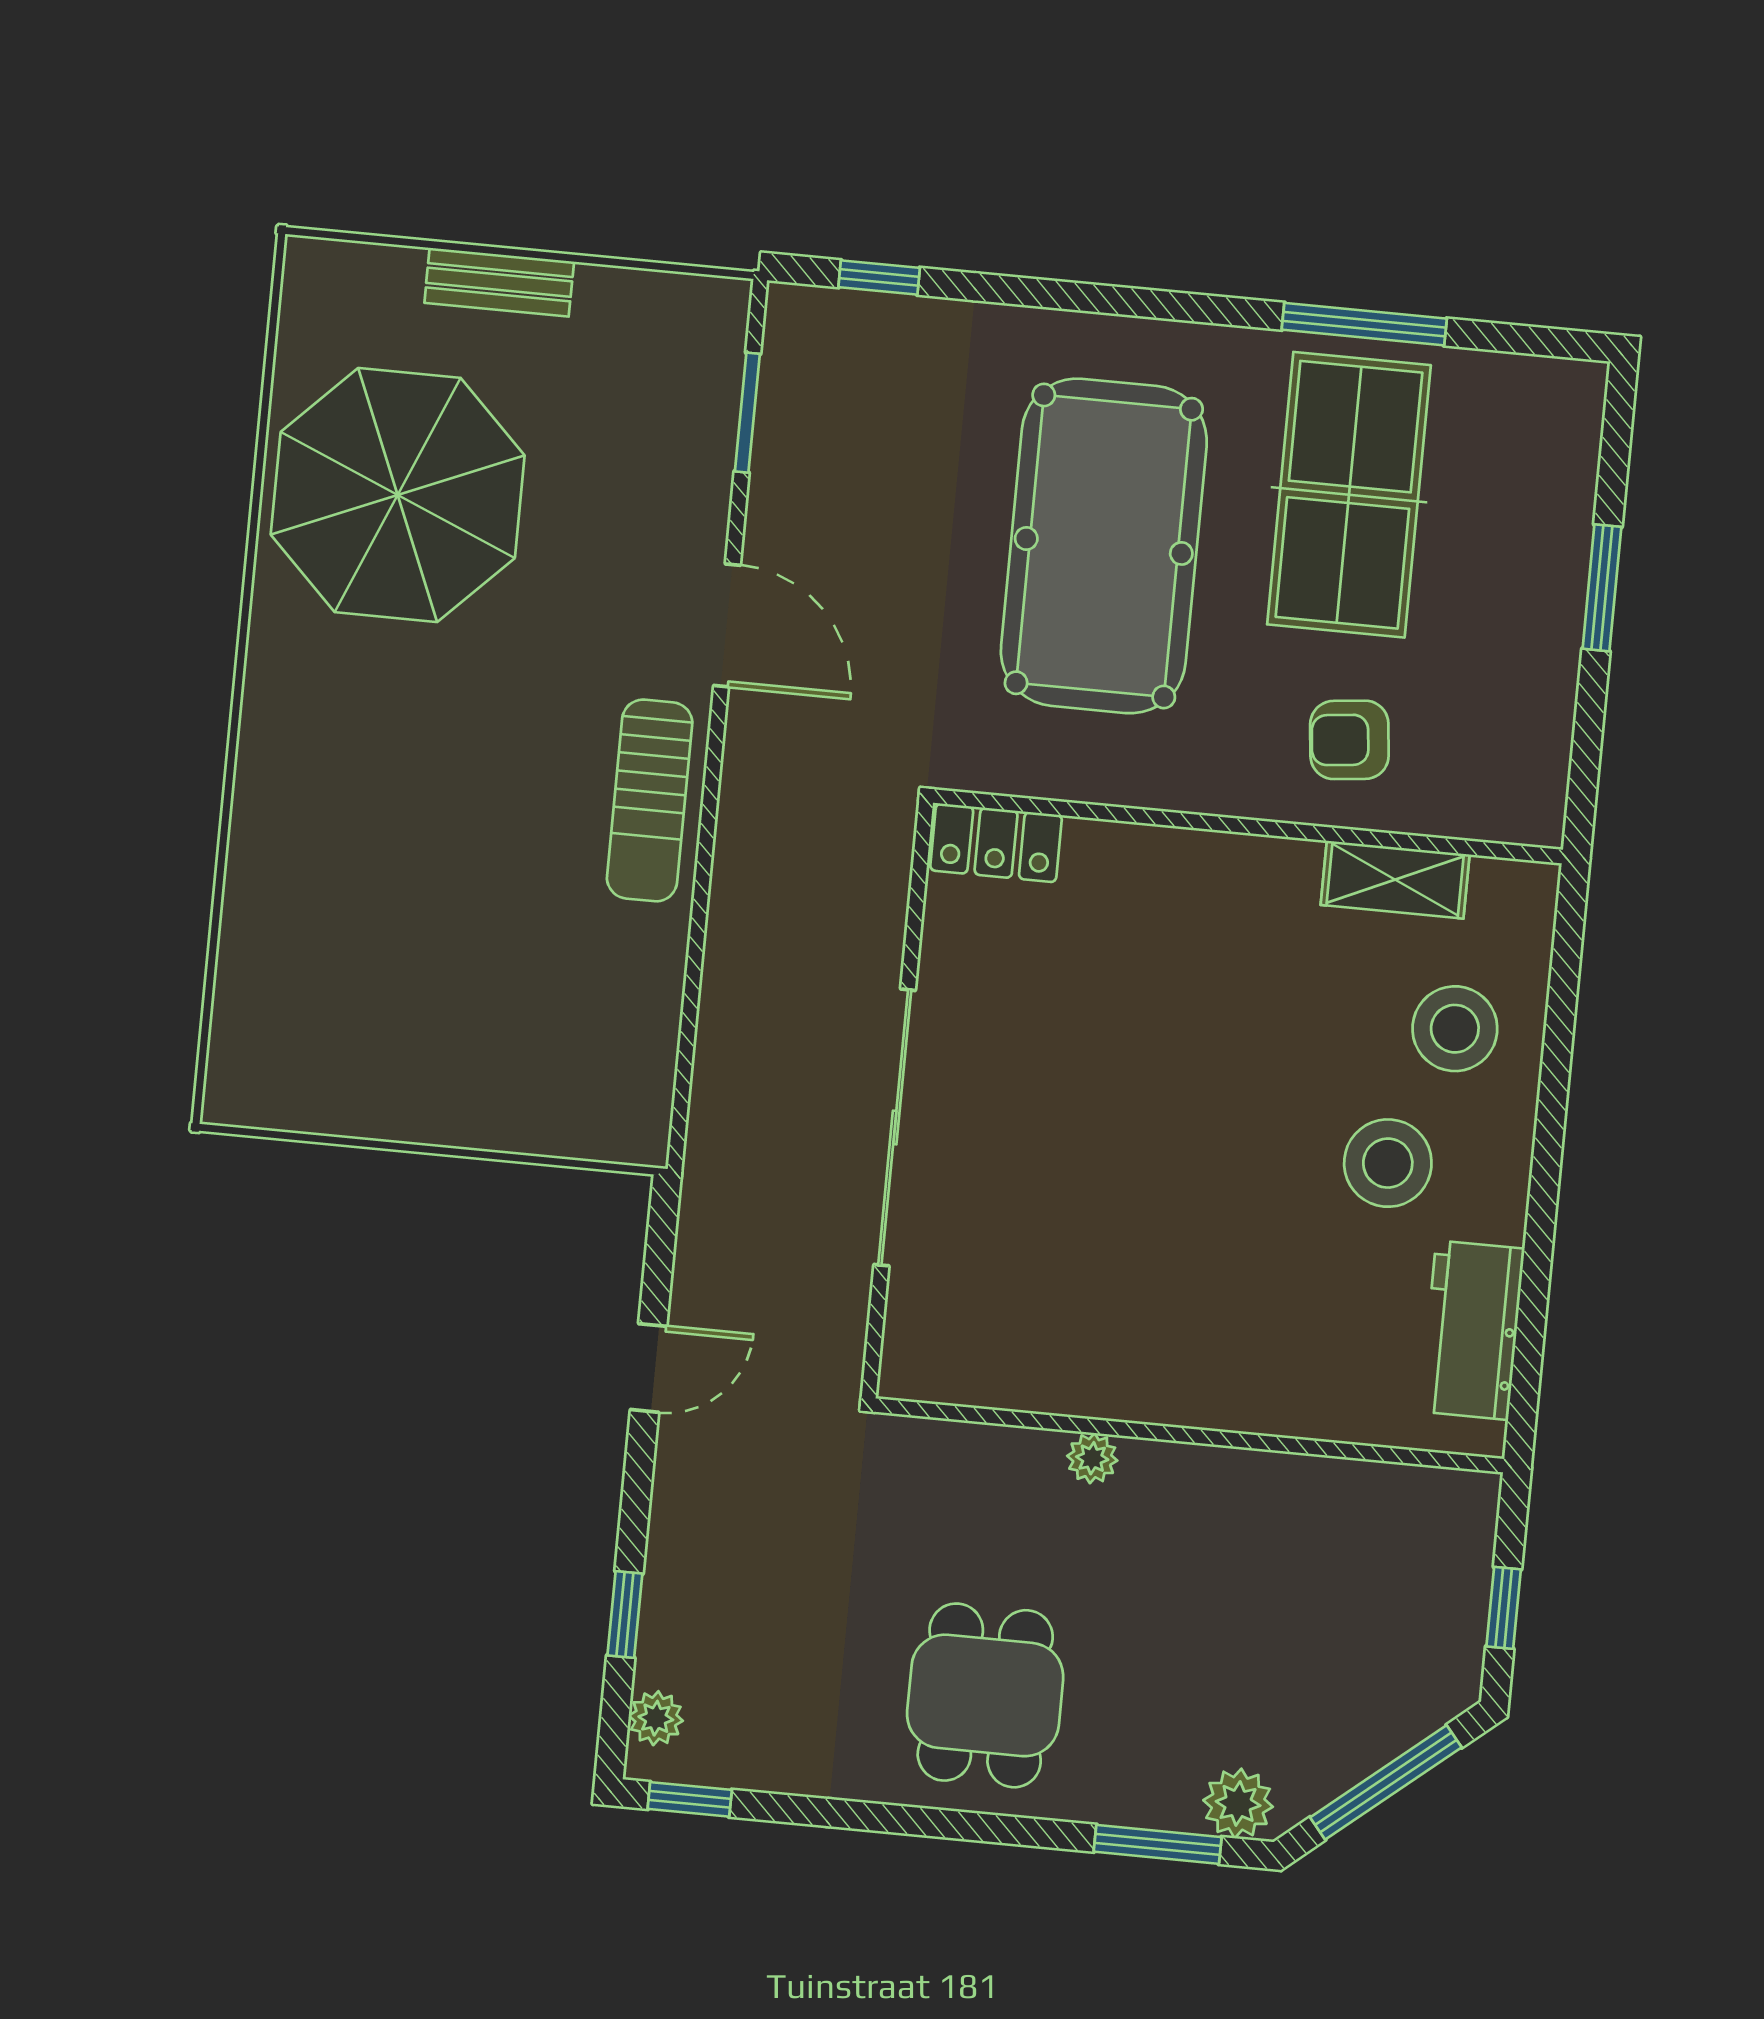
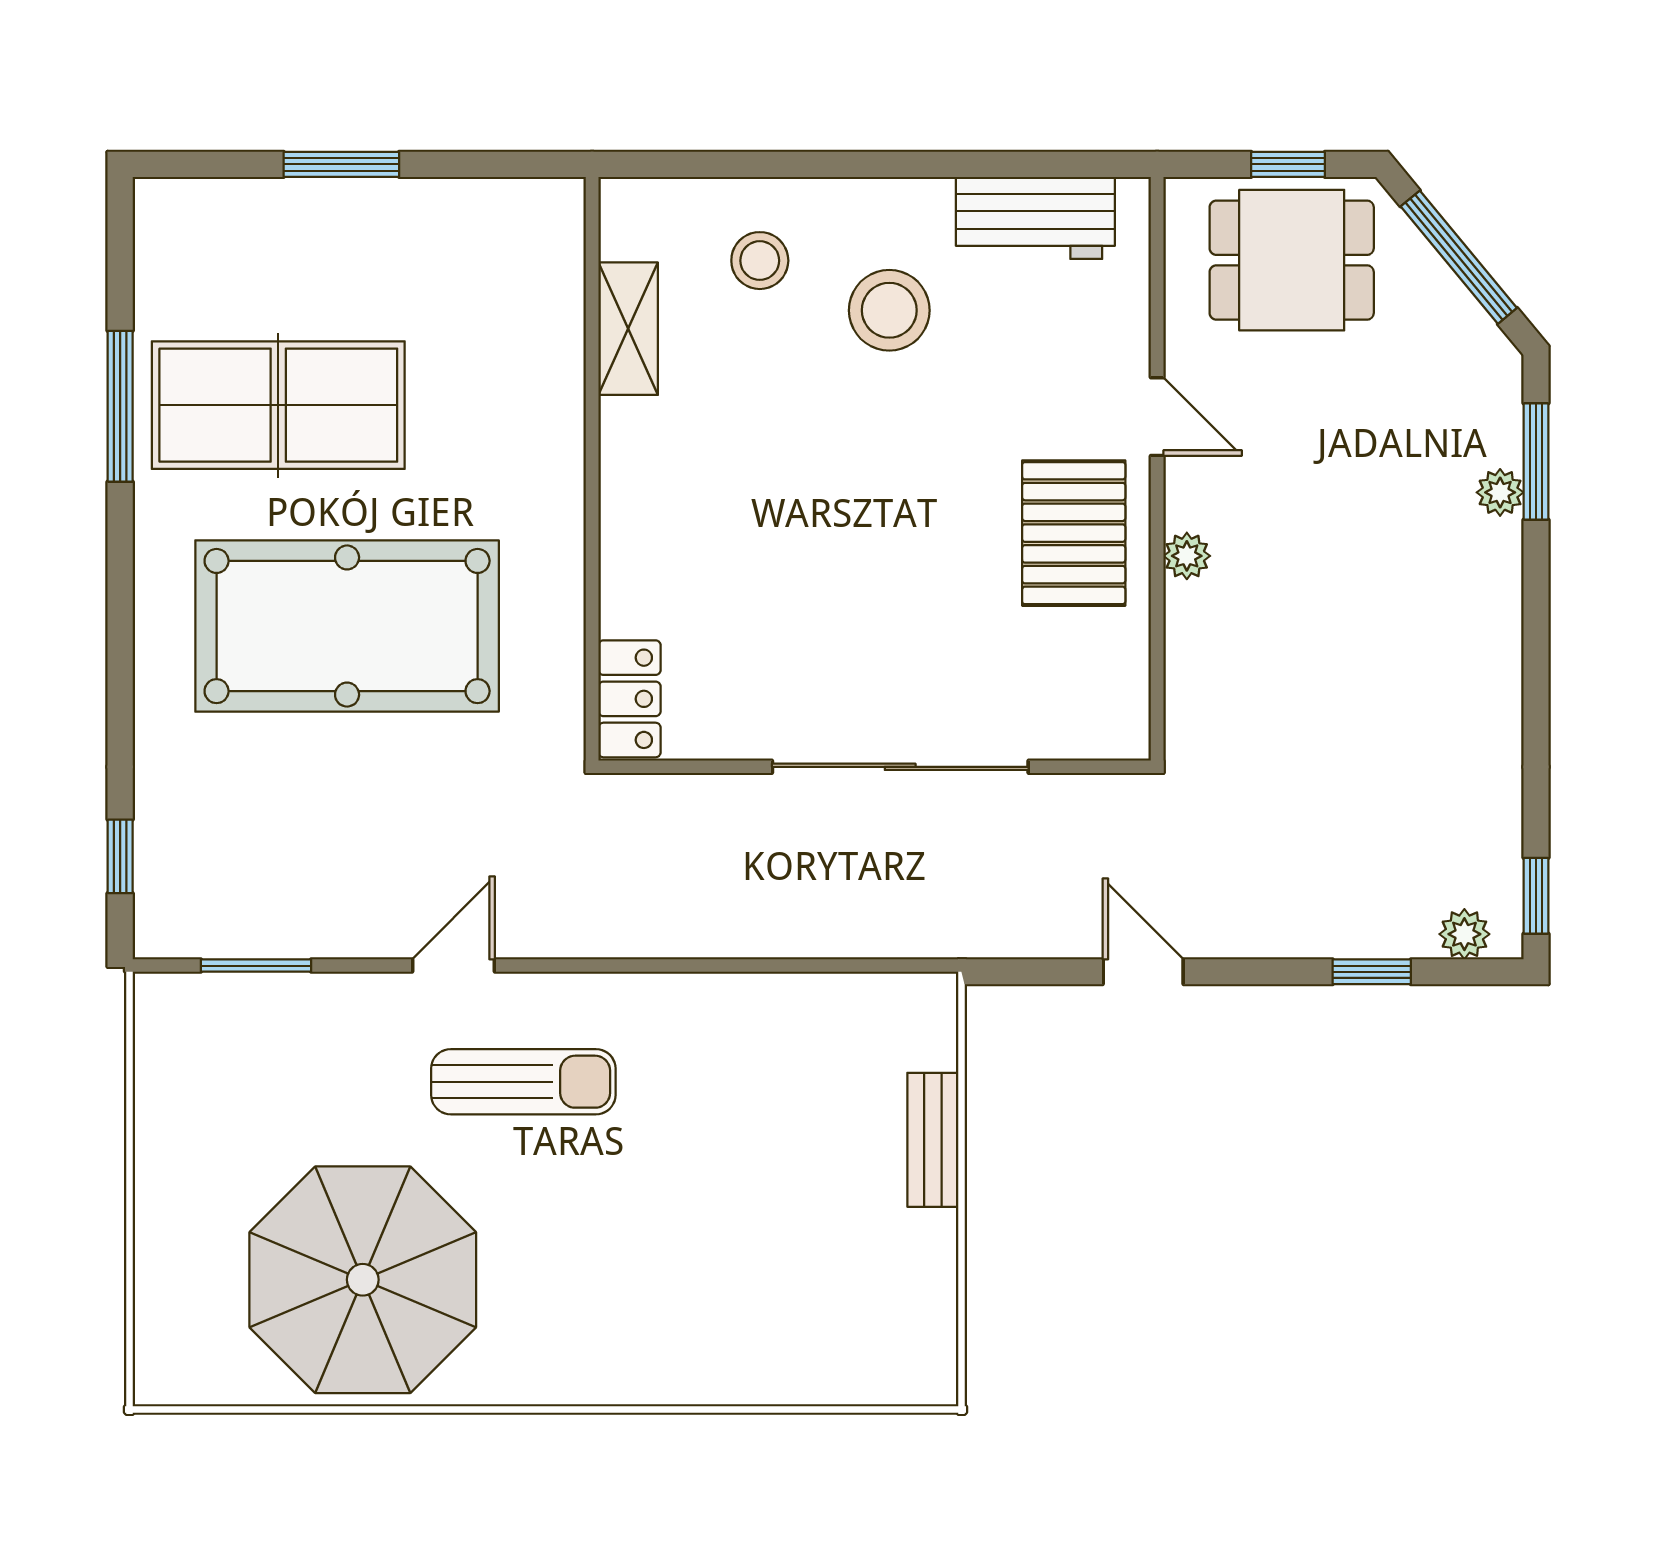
bench: (499, 282) -> (933, 1140), moved
door: (727, 625) -> (453, 966), width x0.73
armchair: (1349, 740) -> (504, 383), removed
sun lounger: (650, 800) -> (523, 1082), moved
stool: (1455, 1029) -> (760, 261), width x0.73, depth x0.73
pallet: (1129, 1339) -> (1074, 533), added
door: (1245, 1441) -> (1157, 417), added
dining table: (985, 1695) -> (1292, 260), moved
plant: (1238, 1803) -> (1500, 492), moved, width x0.73, depth x0.73

